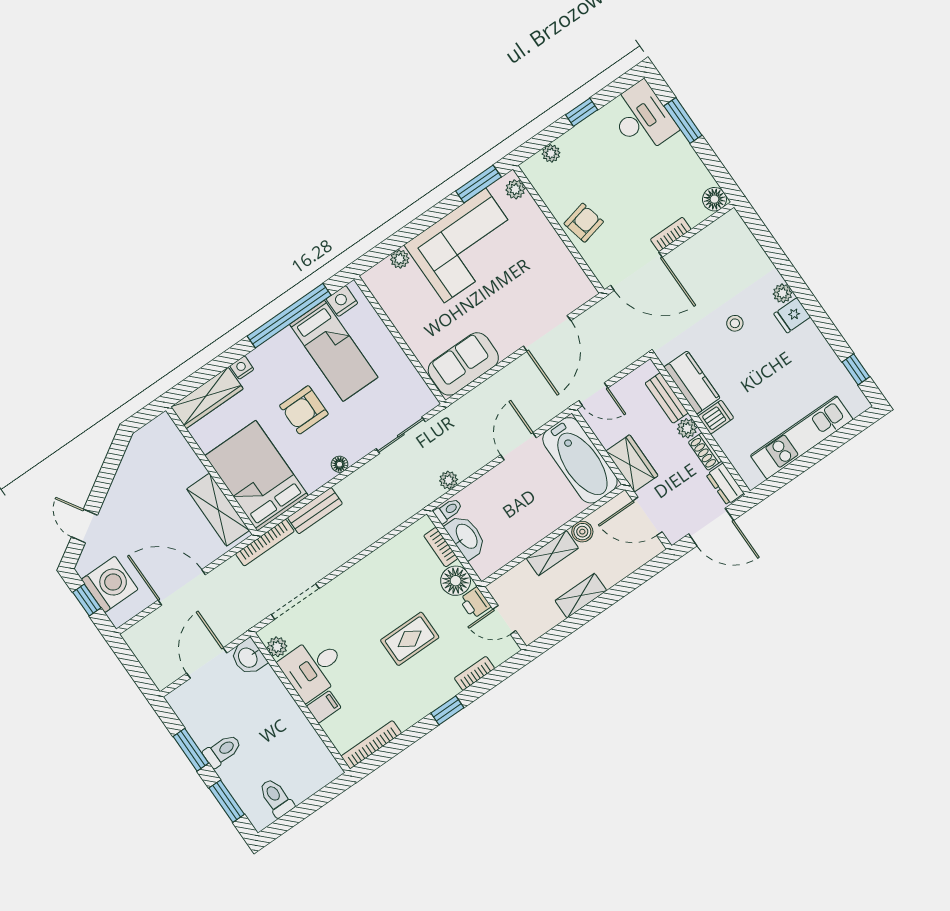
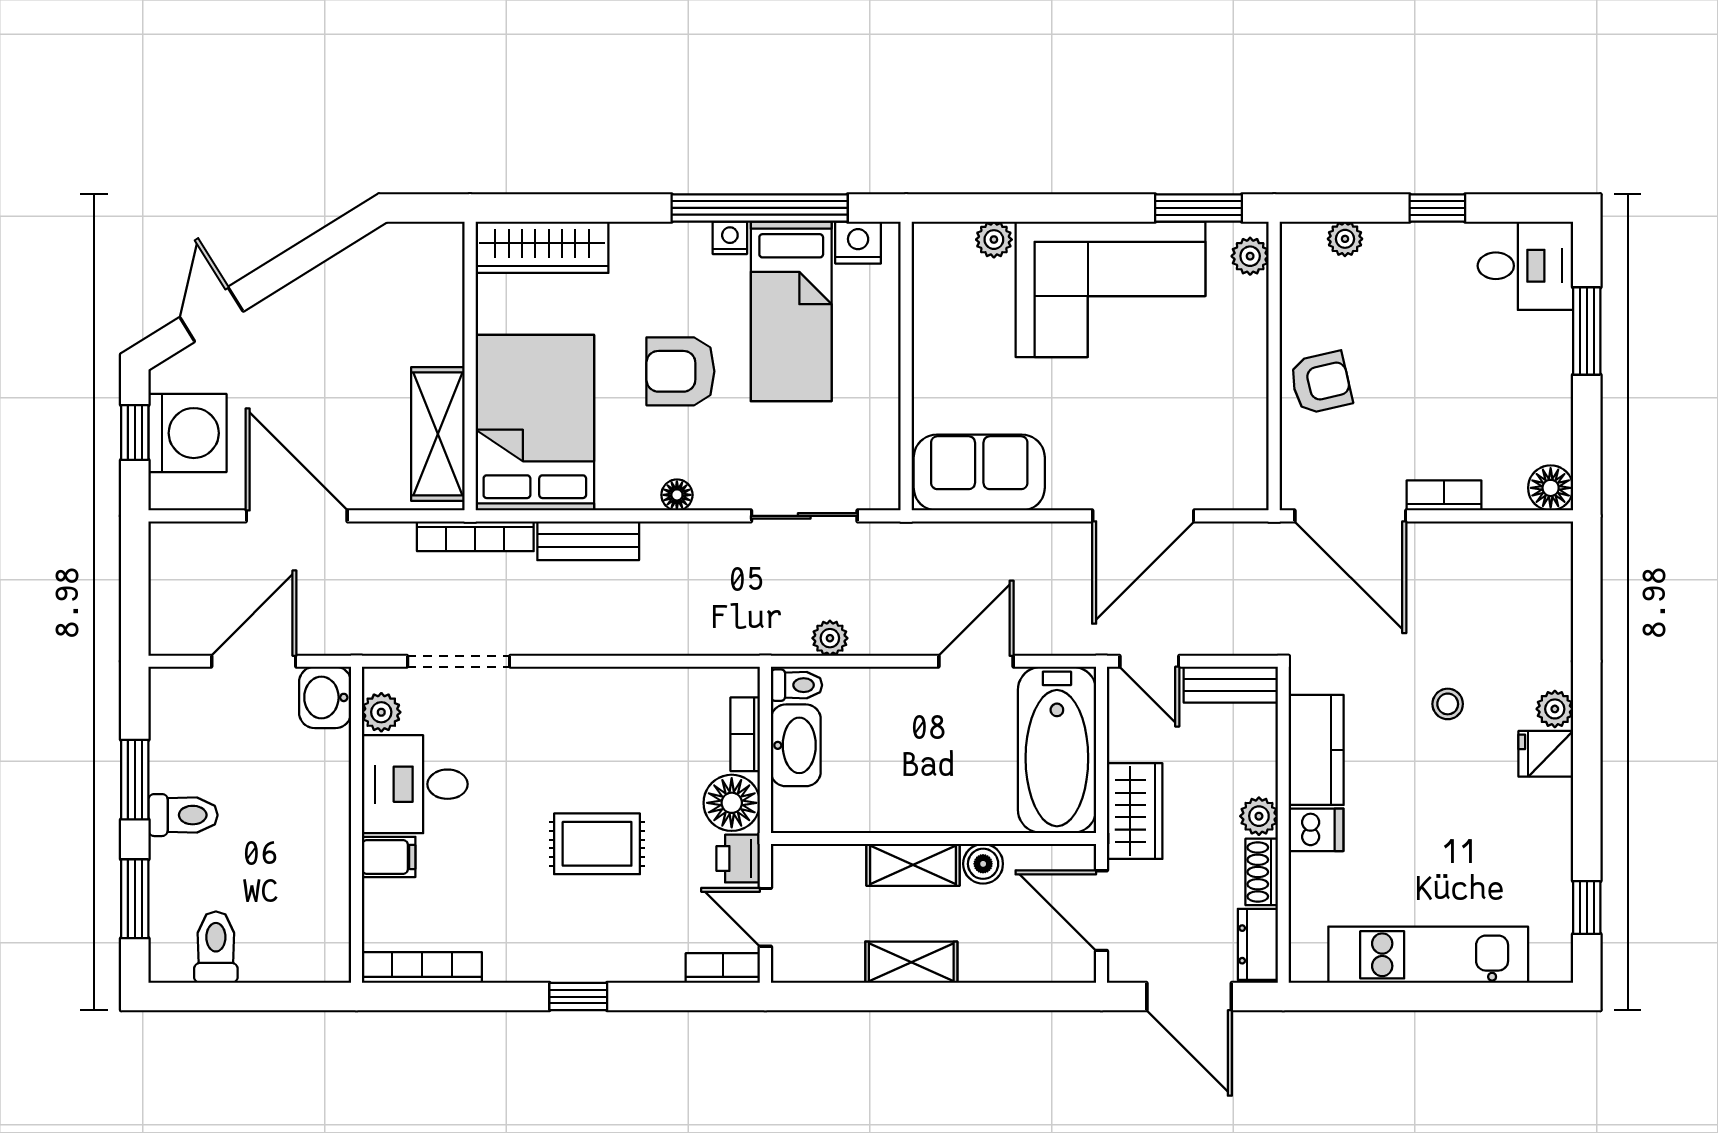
desk: (642, 118) -> (1525, 266), width x0.73
nightstand: (242, 368) -> (730, 238), moved
bench: (667, 398) -> (1231, 685), moved, turned 90
bookcase: (474, 673) -> (723, 968), moved

